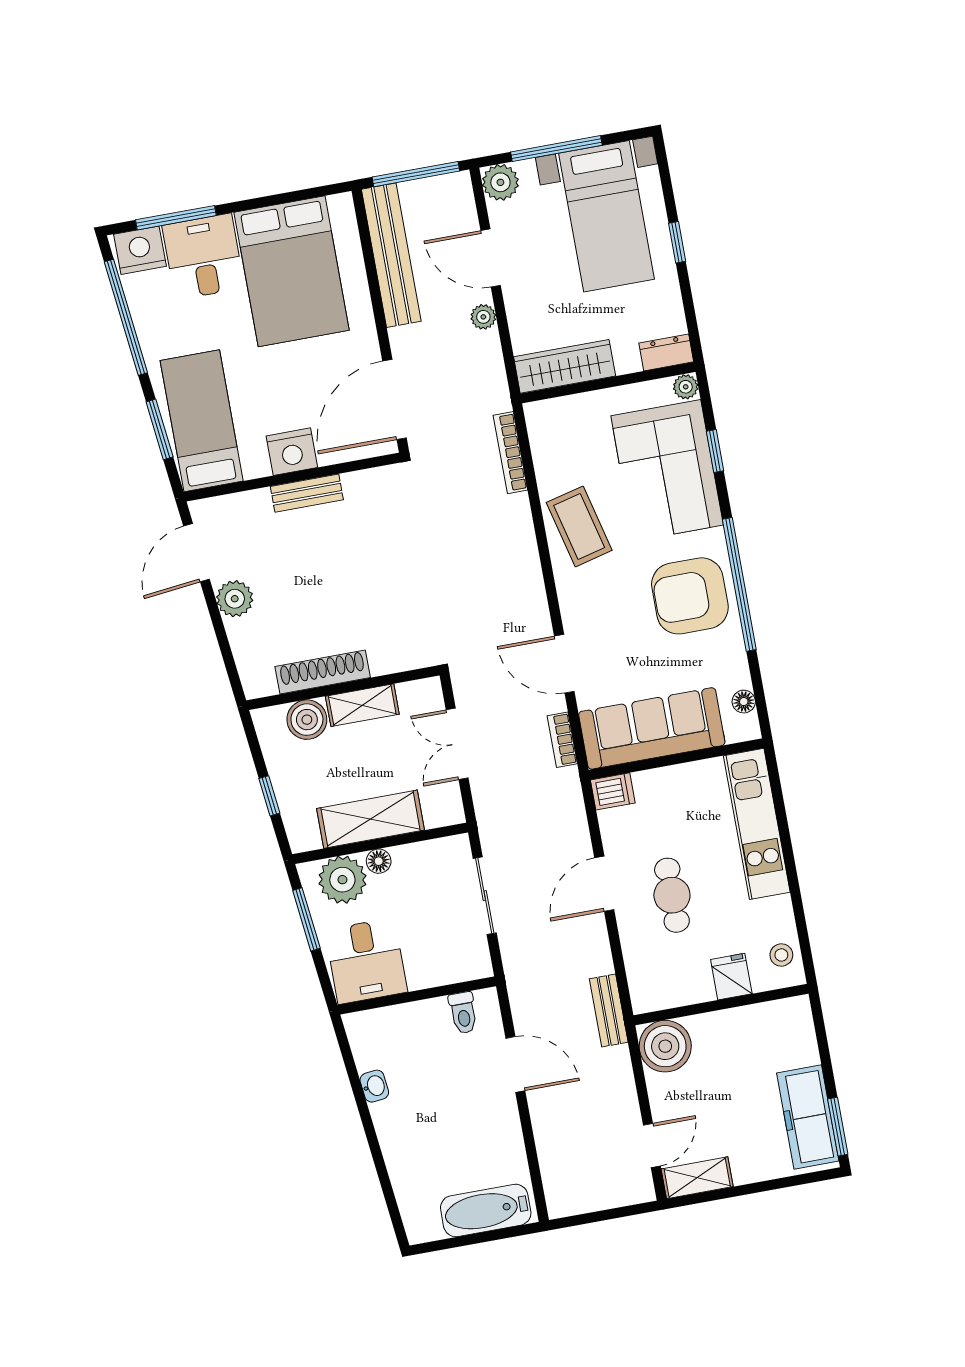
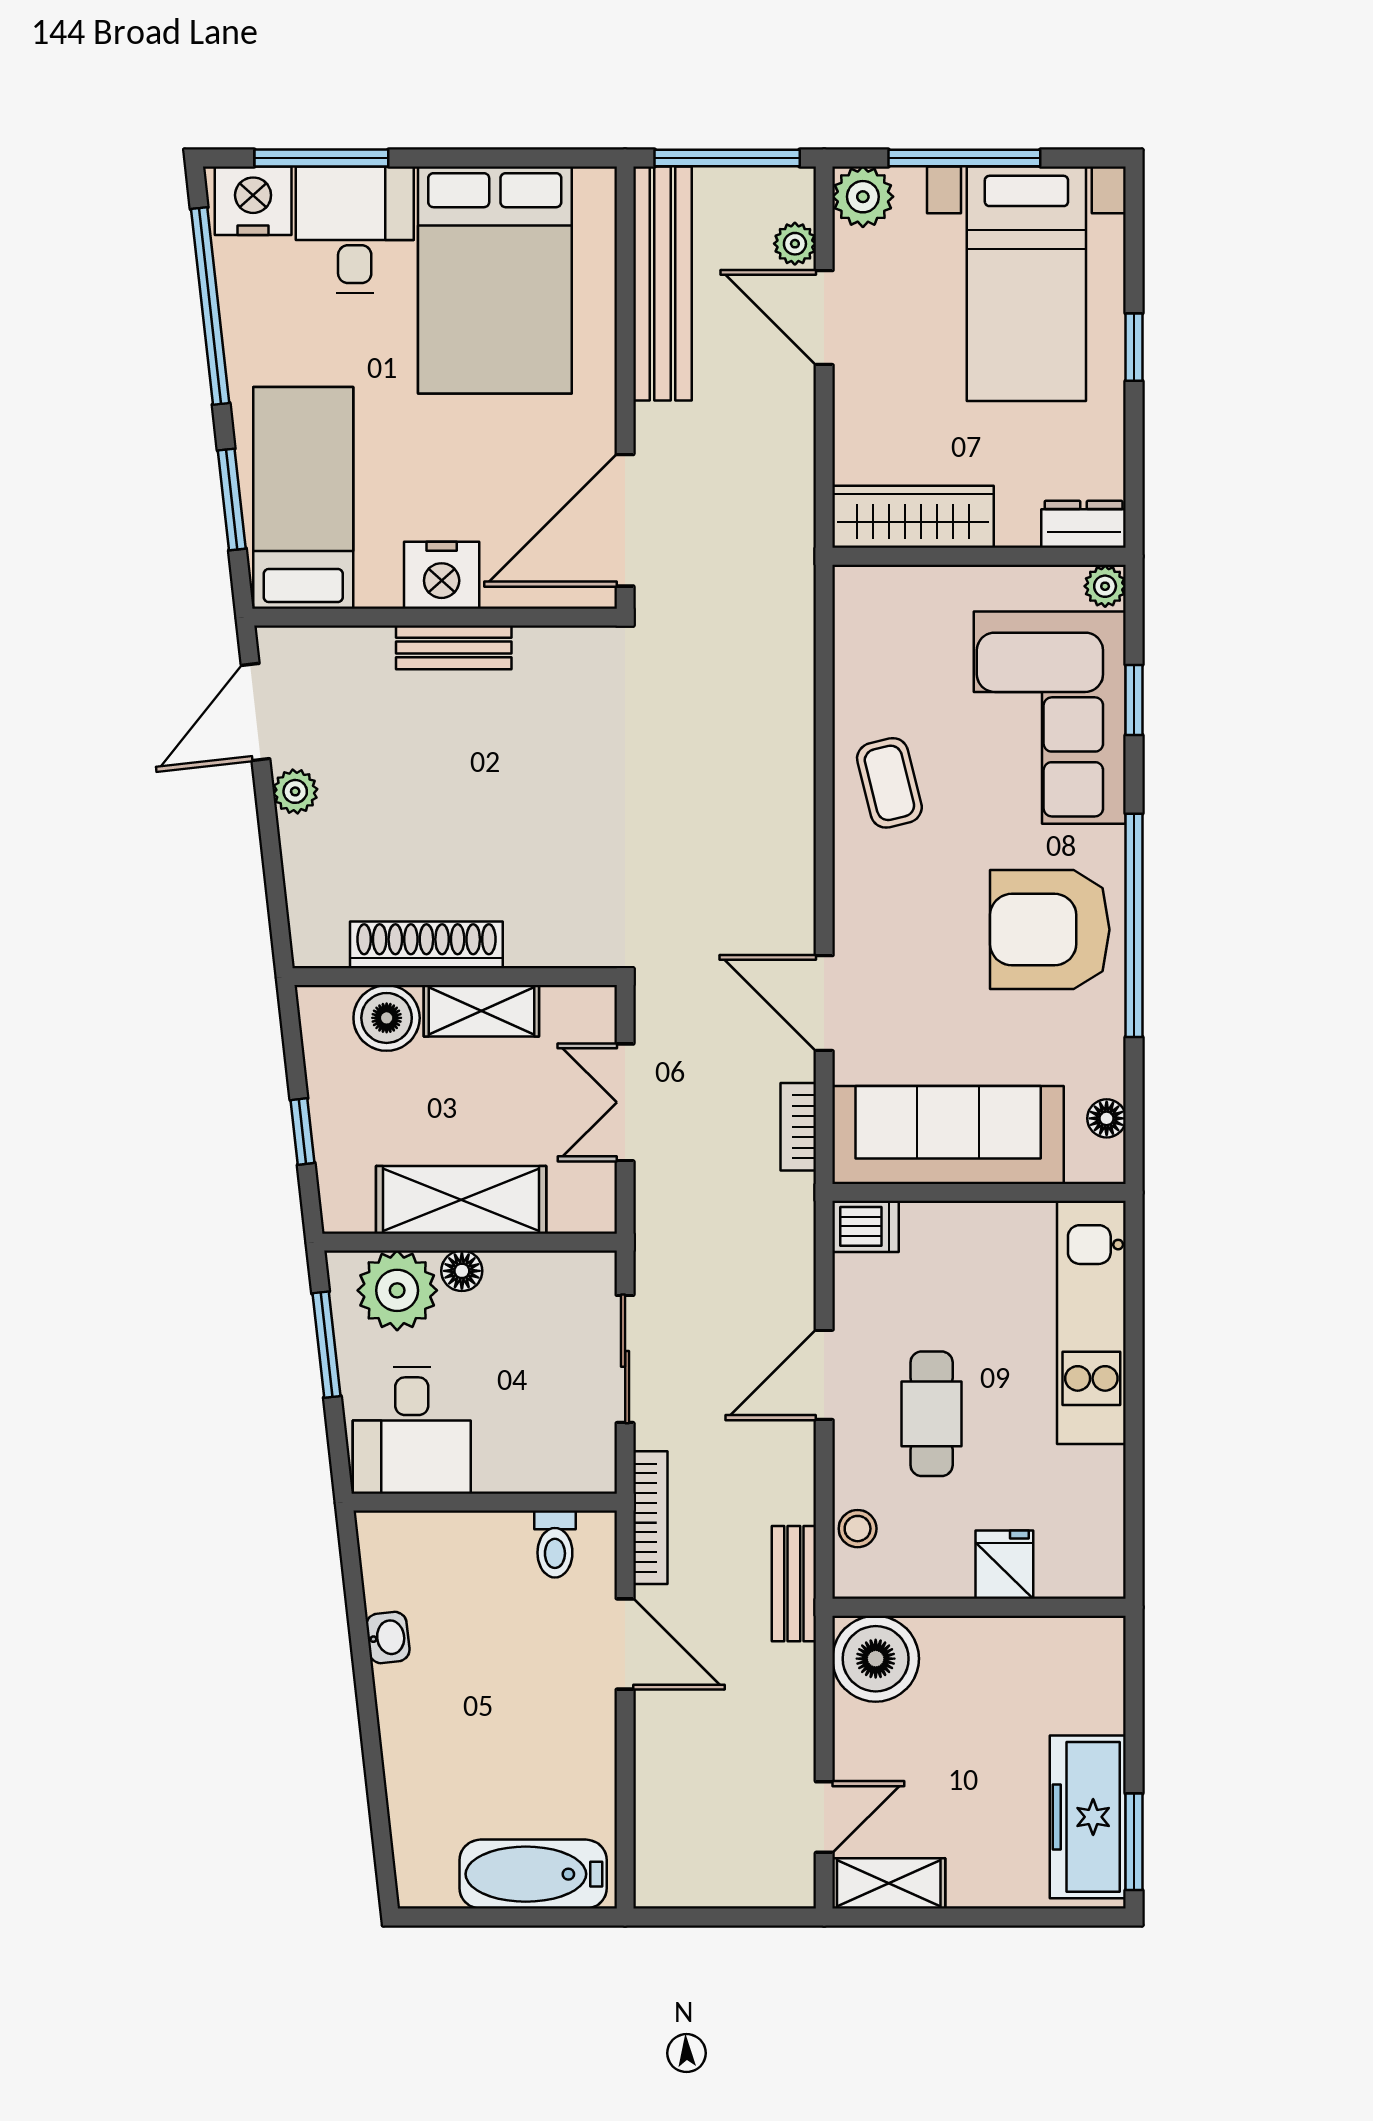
plant: (483, 317) -> (795, 244), moved
bookcase: (510, 453) -> (650, 1518), moved, turned 180
coffee table: (579, 526) -> (889, 783), width x0.73, depth x0.77
plant: (235, 599) -> (295, 791), width x0.73, depth x0.73
stool: (781, 955) -> (858, 1529), moved

